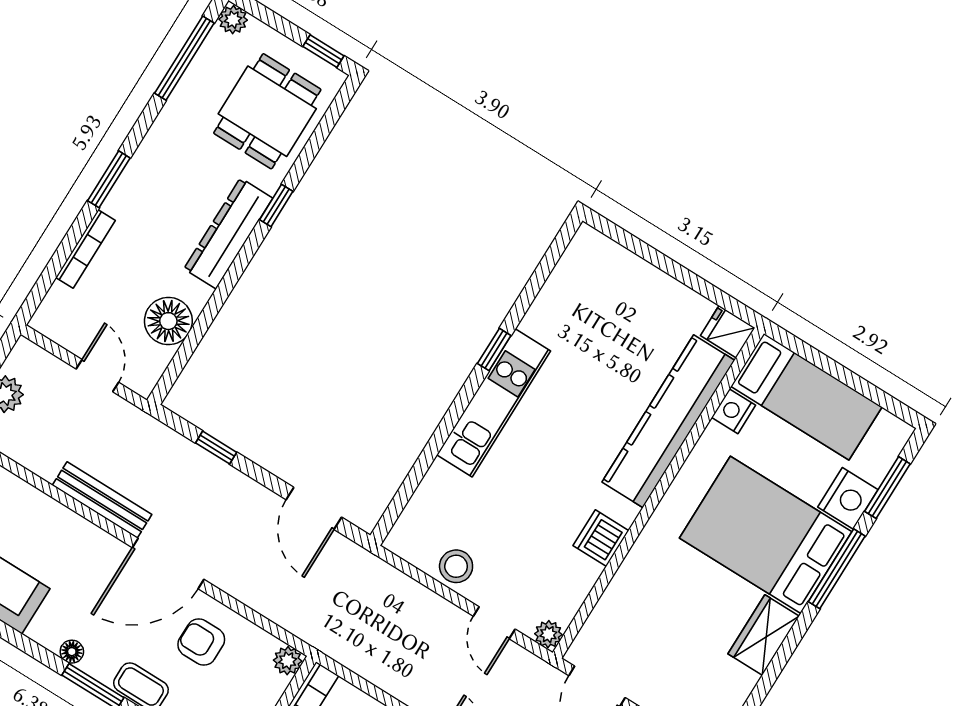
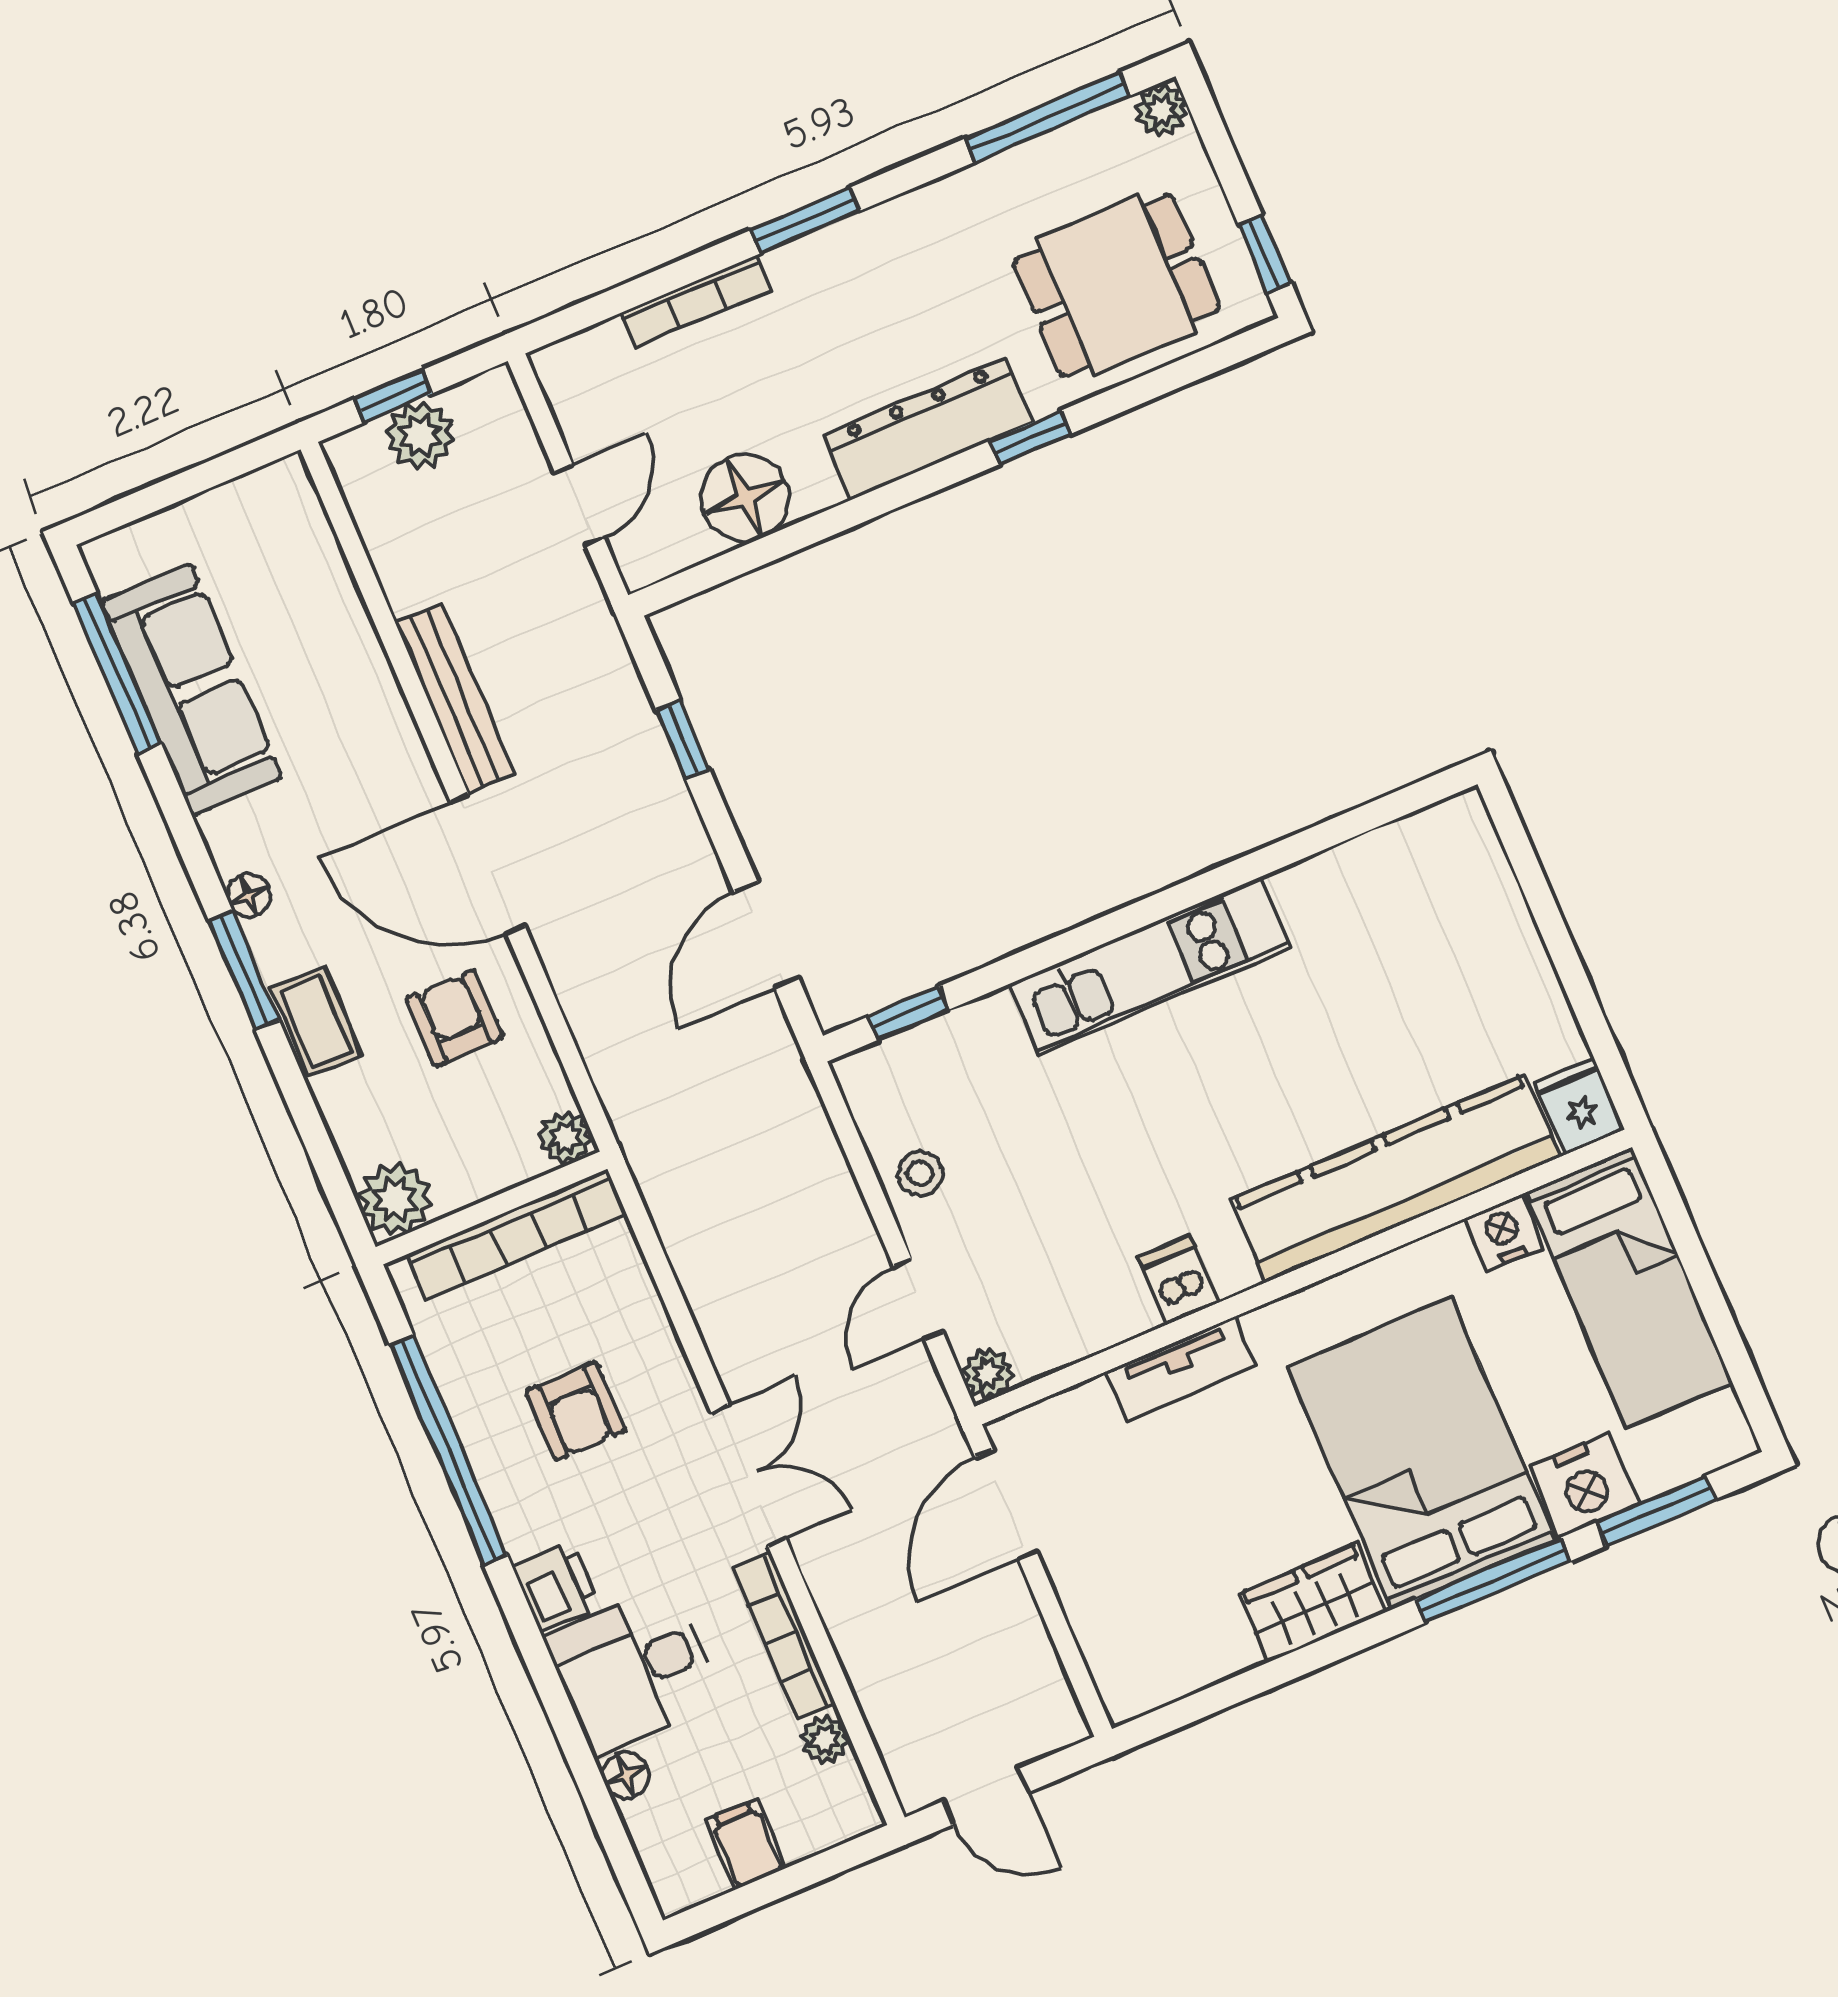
window: (494, 349) -> (908, 1013), moved
dishwasher: (601, 538) -> (1179, 1280), width x0.73
stool: (456, 566) -> (920, 1173), width x0.73, depth x0.73
tv unit: (632, 572) -> (1181, 1369), added

